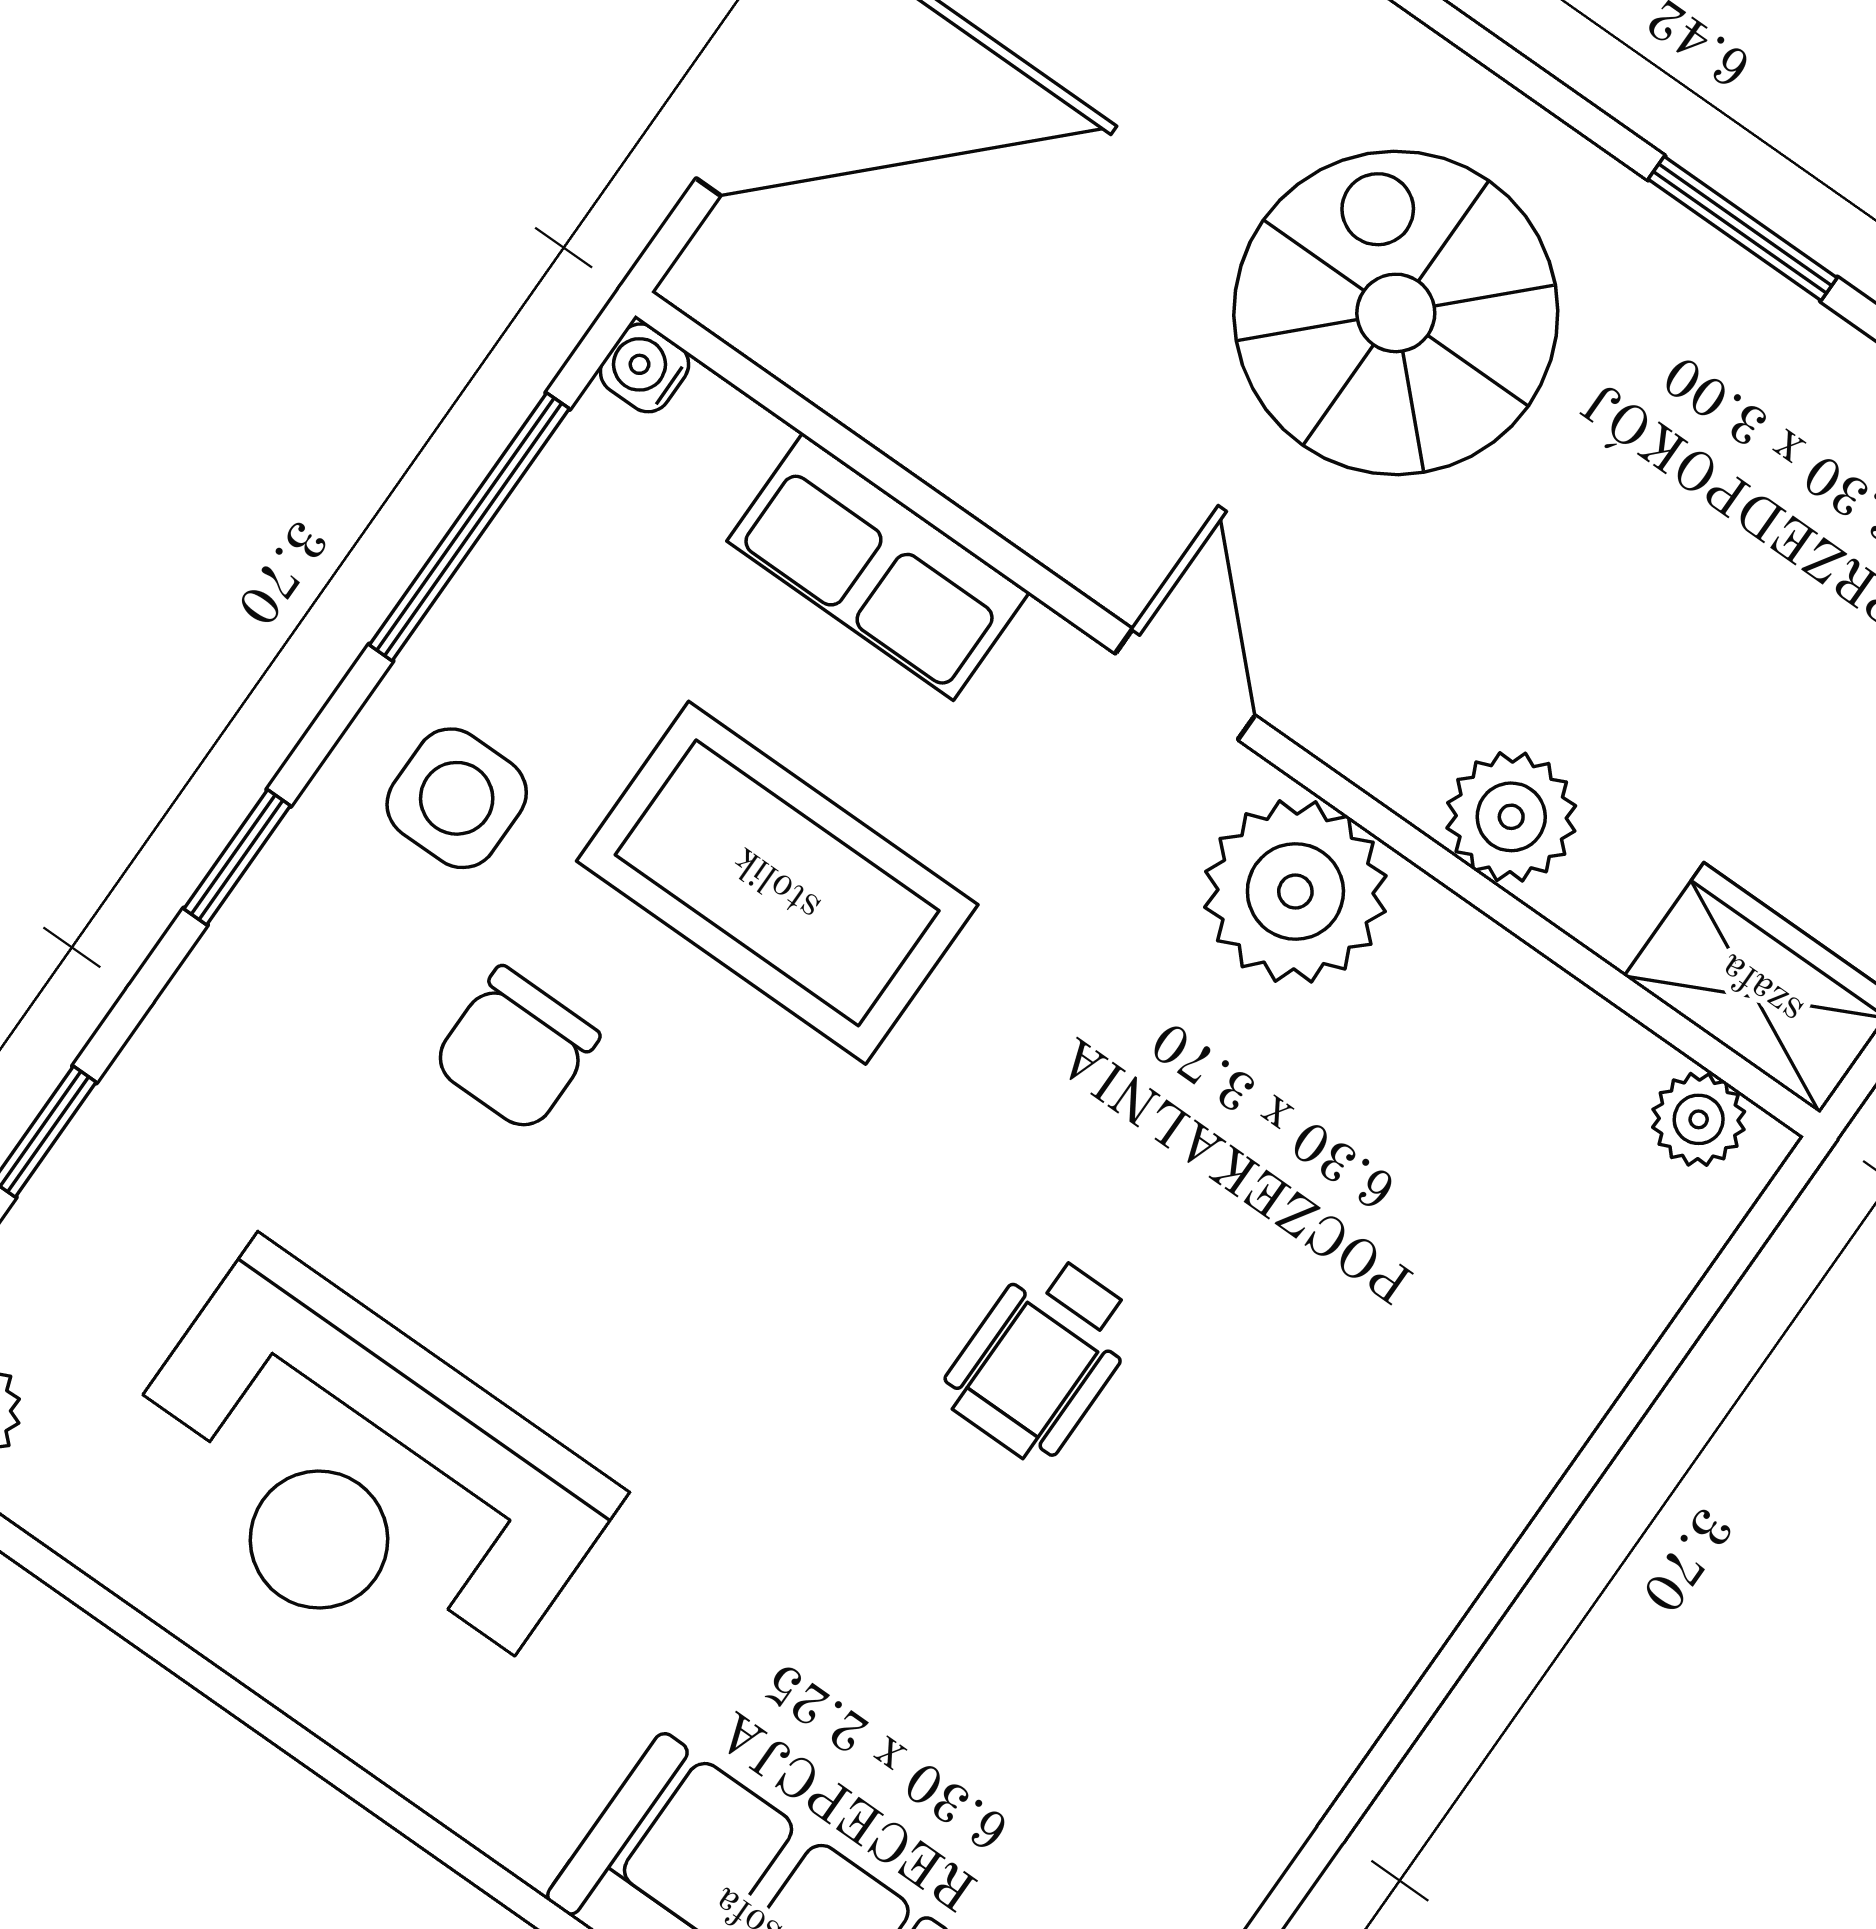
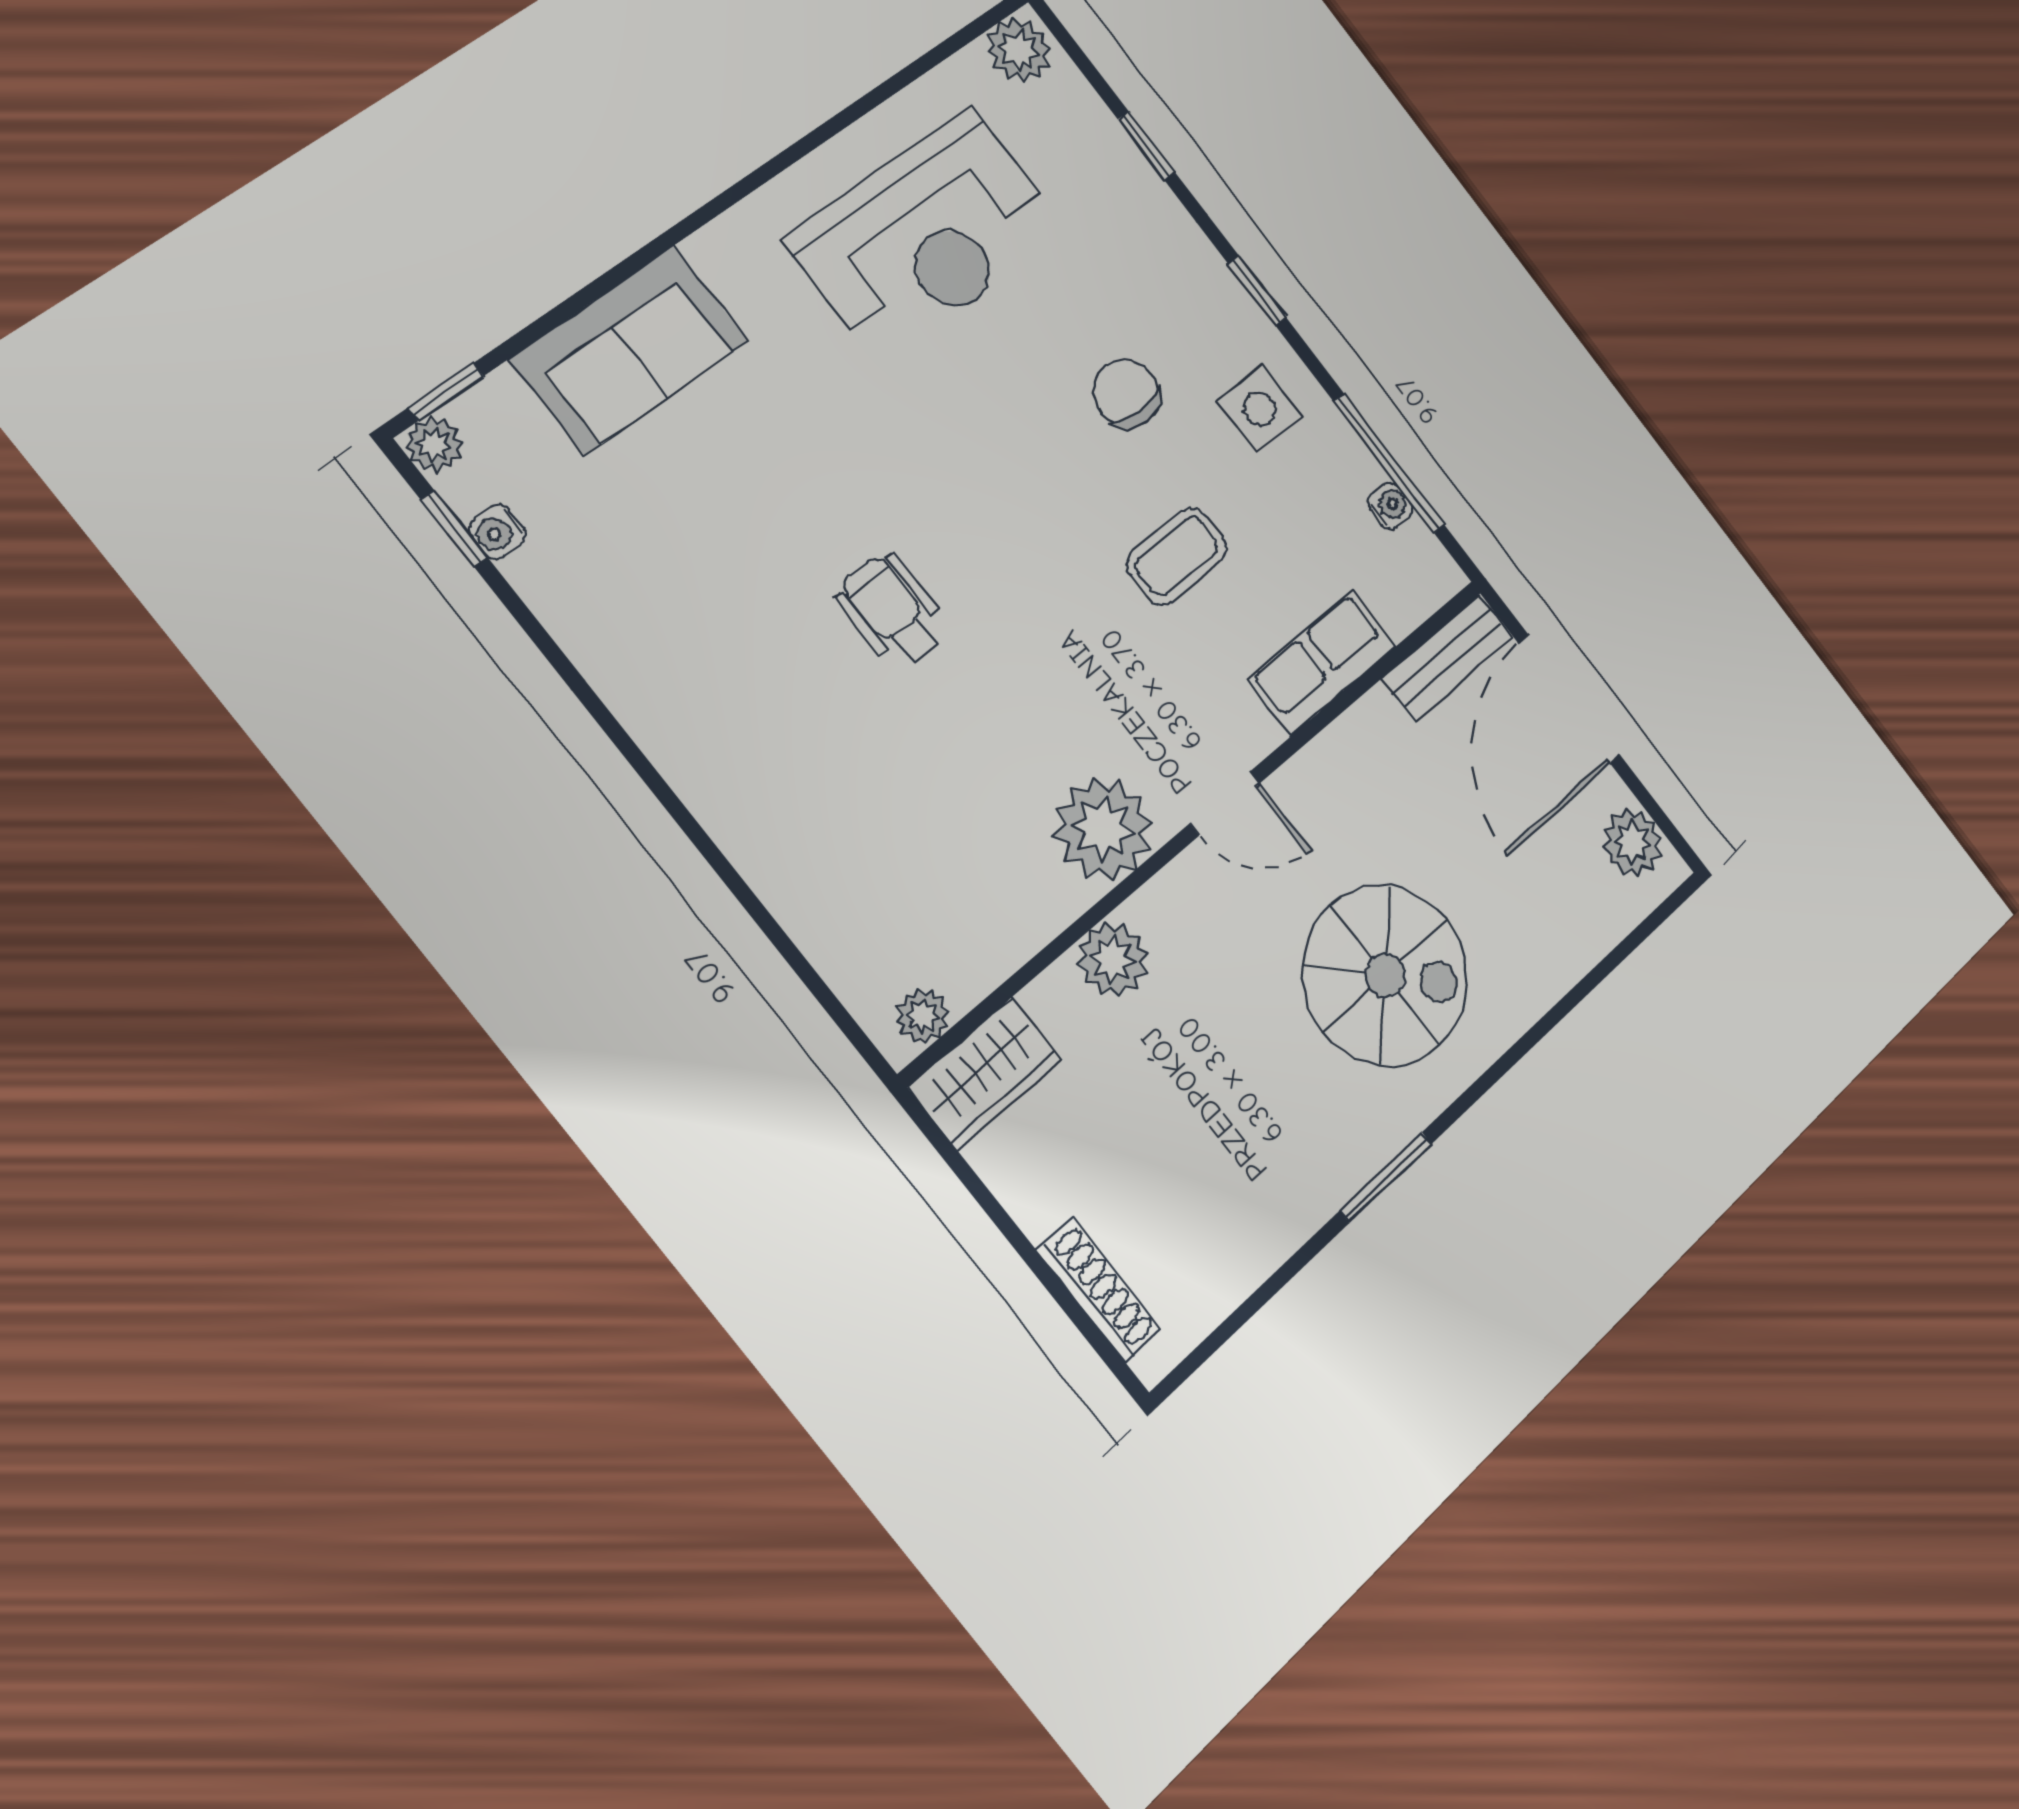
bench: (791, 329) -> (1447, 658), added
water cooler: (645, 368) -> (1390, 506), moved
coffee table: (777, 883) -> (1177, 556), width x0.54, depth x0.58
reception desk: (362, 1479) -> (927, 235), turned 180

